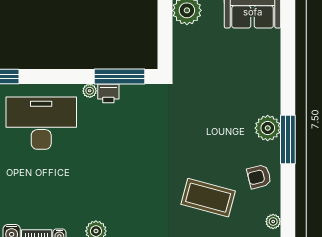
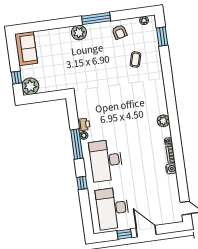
window: (119, 76) -> (77, 144), moved
plant: (268, 128) -> (79, 33), moved
coffee table: (208, 198) -> (135, 59), width x0.54, depth x0.58

